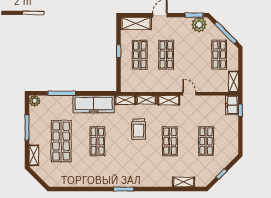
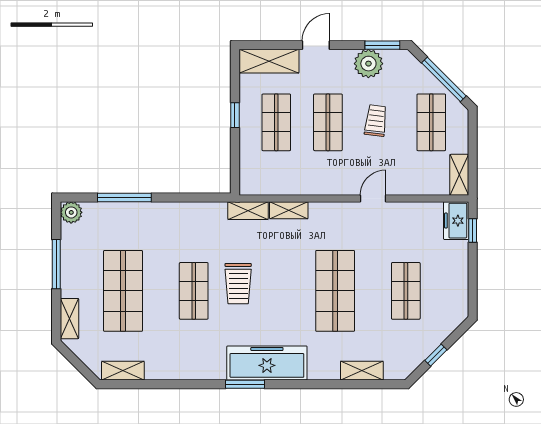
plant: (199, 25) -> (368, 64), moved
trolley: (191, 54) -> (376, 121), added
door: (189, 94) -> (373, 198), hinge flipped
shelving: (169, 100) -> (123, 371), moved
freezer: (94, 104) -> (267, 363), moved, turned 180
trolley: (139, 129) -> (238, 284), moved
shop shelf: (170, 141) -> (335, 291), width x1.43, depth x1.36

